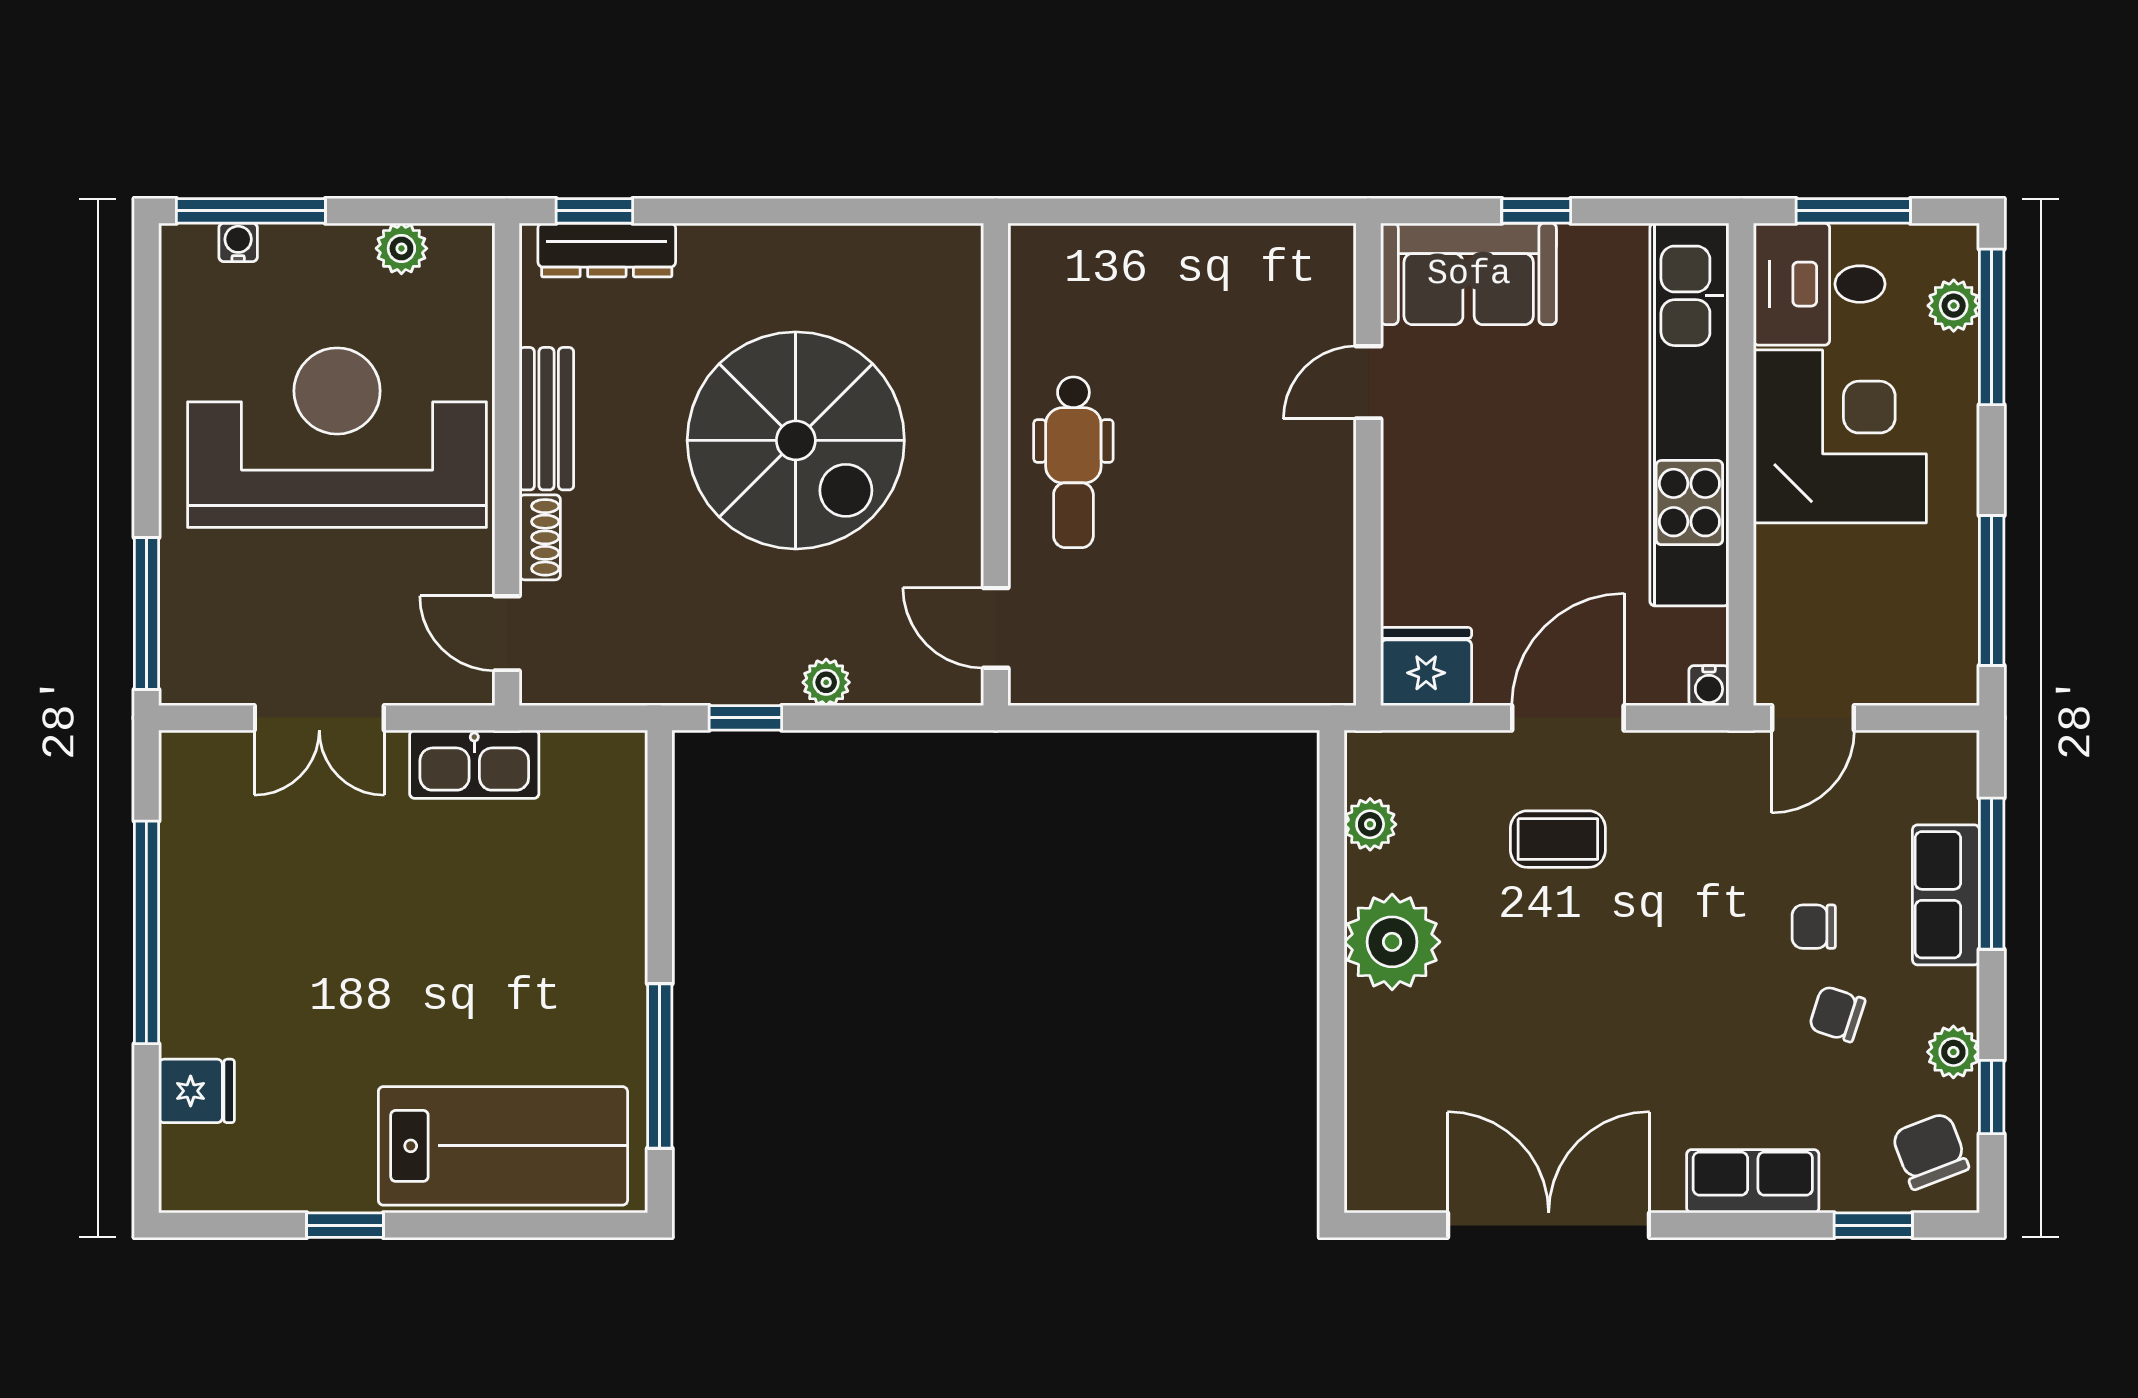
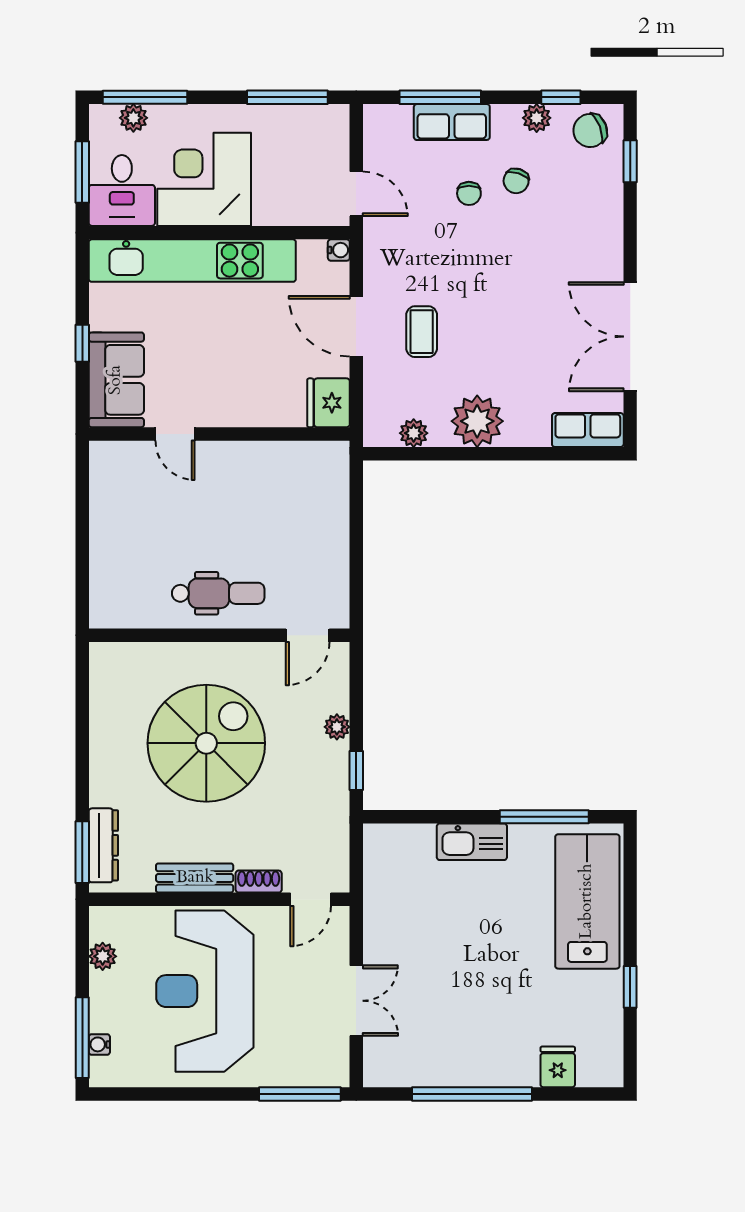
window: (594, 211) -> (82, 852), width x1.50
kitchen sink: (474, 764) -> (472, 842), moved, turned 90
row of seats: (1753, 1181) -> (588, 430), moved, turned 90

